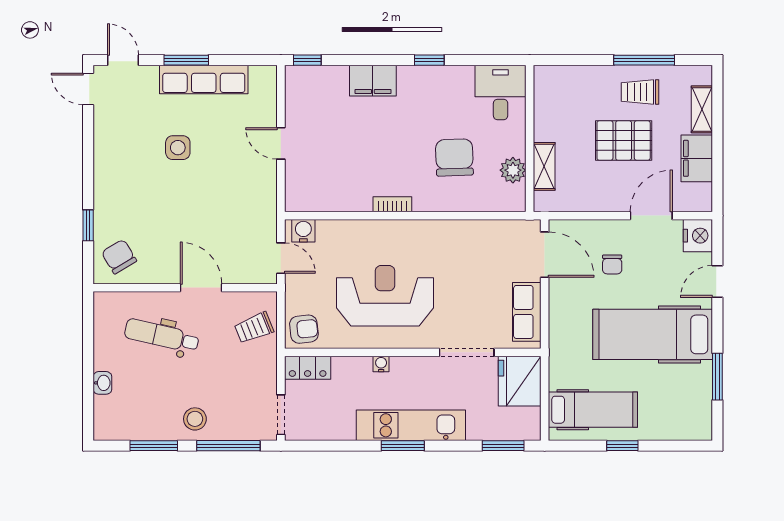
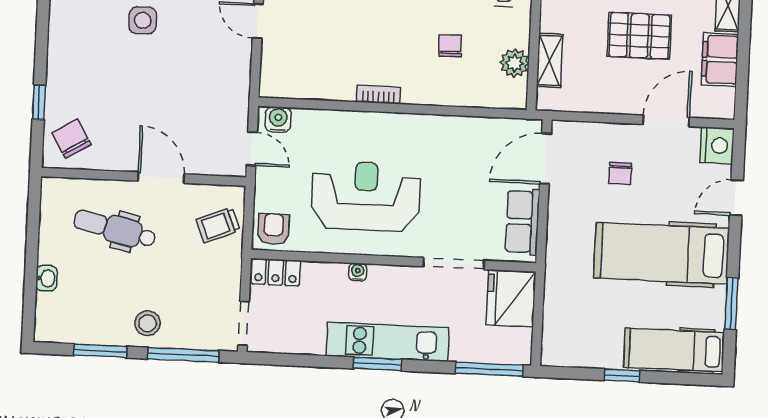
chair: (454, 157) -> (450, 46), width x0.54, depth x0.54
door: (545, 255) -> (545, 159), swing flipped
armchair: (304, 329) -> (274, 229), turned -84
hospital bed: (593, 410) -> (674, 350), moved, turned 180
window: (503, 446) -> (489, 369), width x1.44

